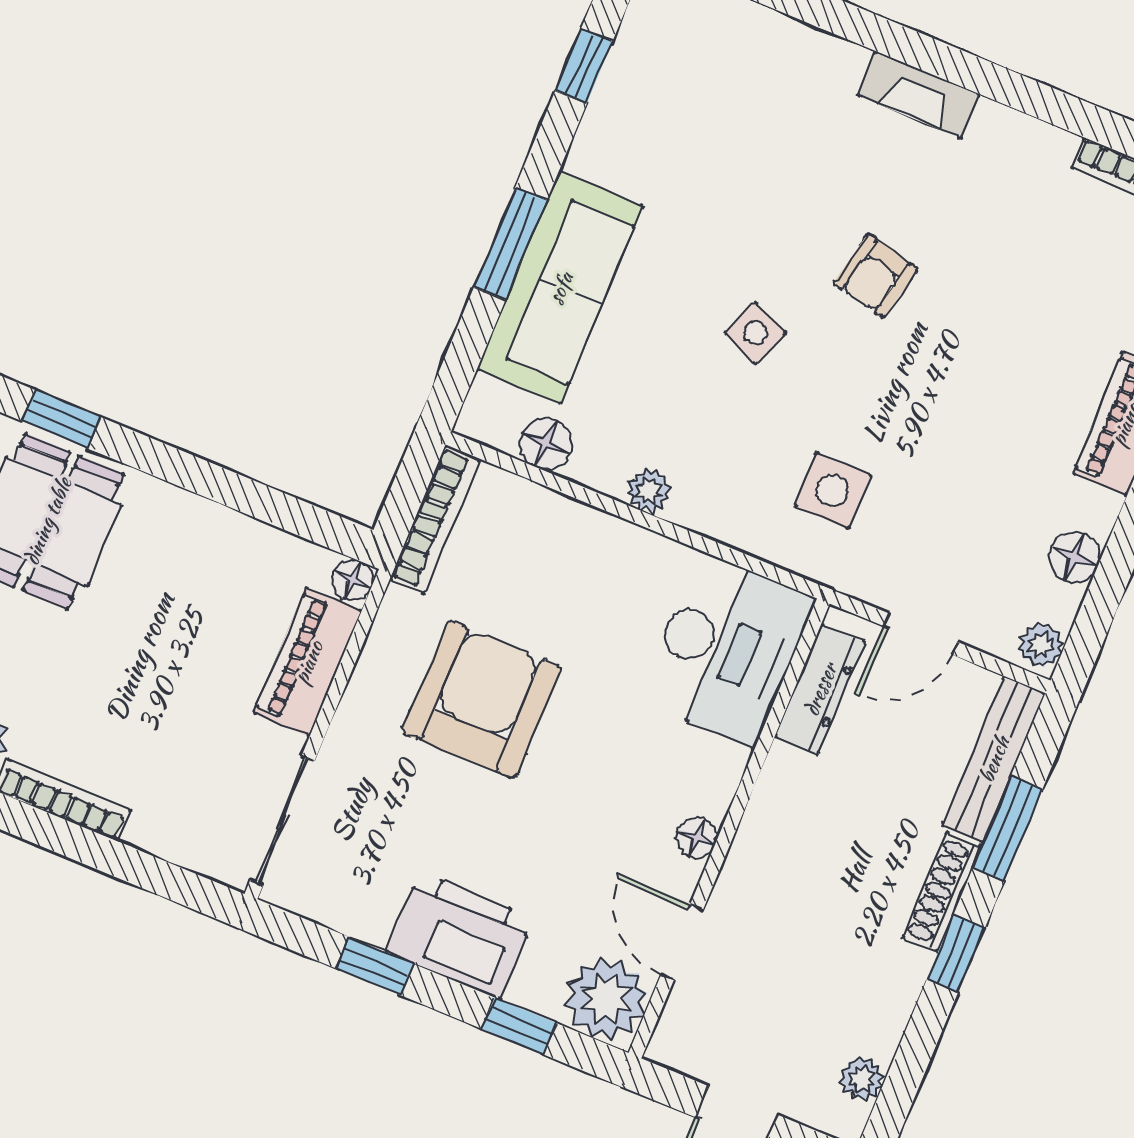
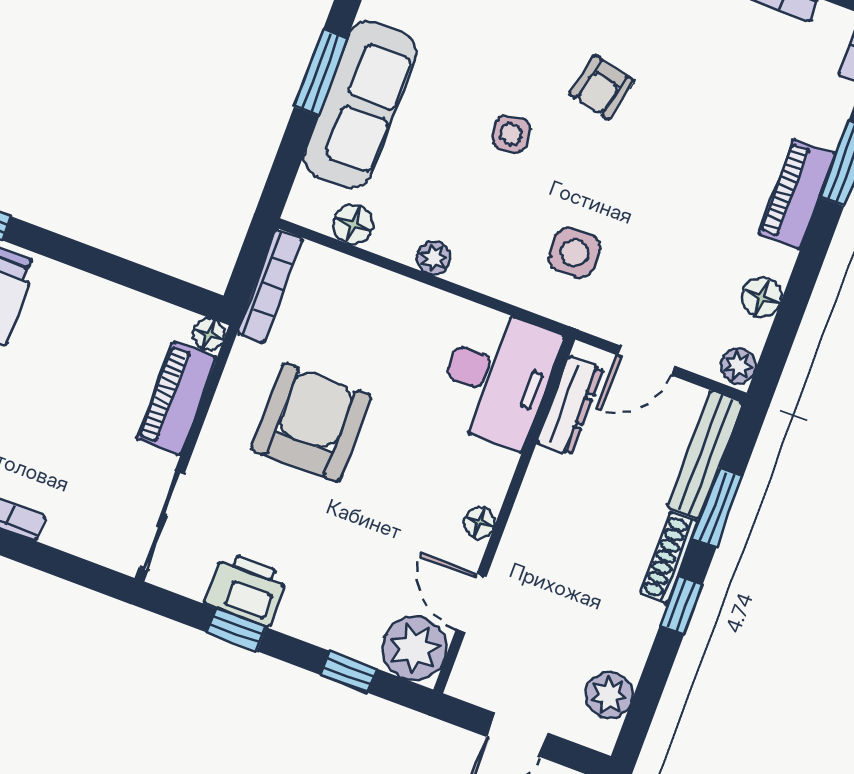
side table: (755, 333) -> (511, 134), turned -32
printer: (460, 935) -> (246, 589), moved, width x0.73, depth x0.84
plant: (862, 1079) -> (609, 695), width x1.38, depth x1.38

